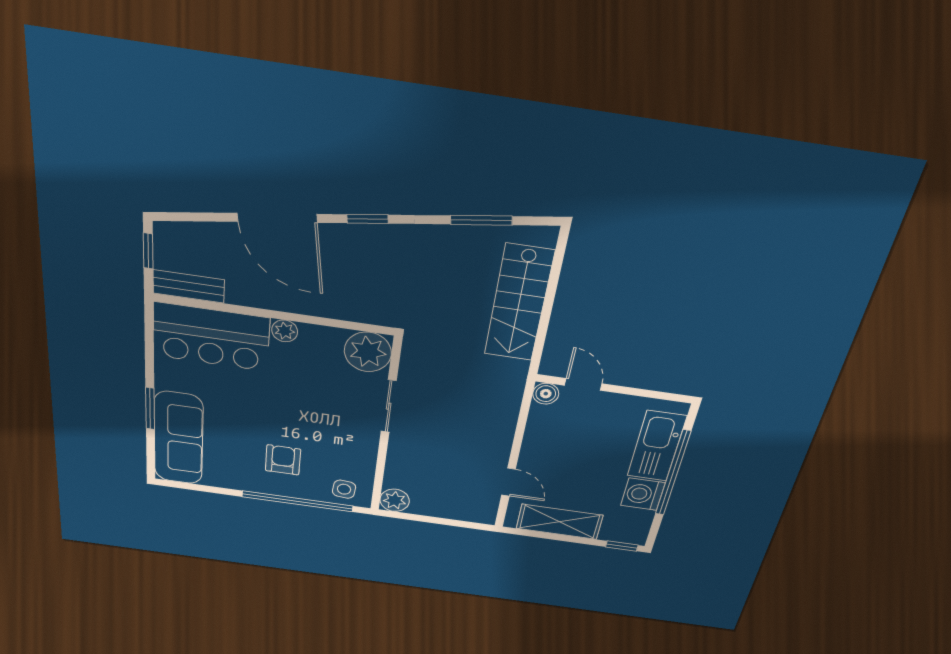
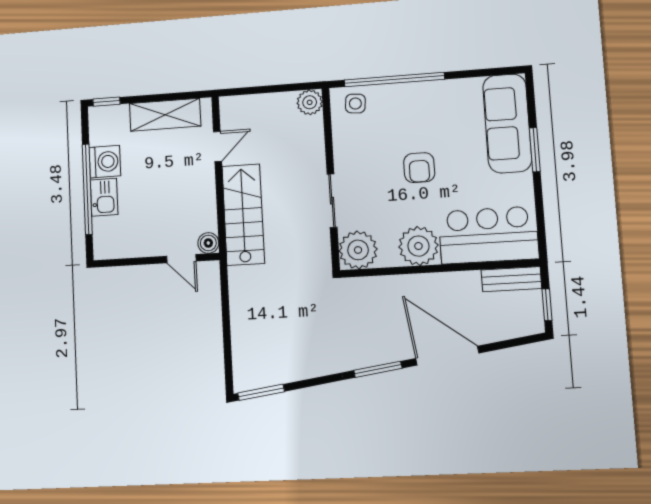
window: (368, 219) -> (378, 369), width x1.50
window: (481, 220) -> (261, 392), moved
stairs: (519, 303) -> (243, 215), moved
plant: (285, 331) -> (418, 246), width x1.88, depth x1.88
kitchen sink: (657, 446) -> (104, 197), width x0.53, depth x0.81
armchair: (283, 460) -> (419, 168), moved
door: (508, 482) -> (217, 146), swing flipped

